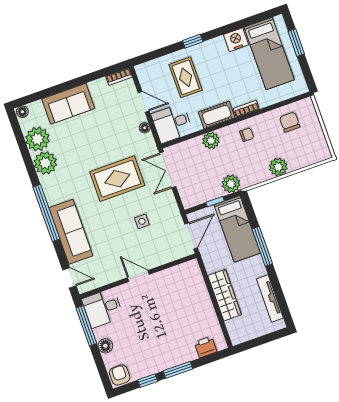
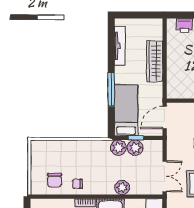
chair: (247, 135) -> (77, 184), moved
plant: (278, 167) -> (135, 148), moved

